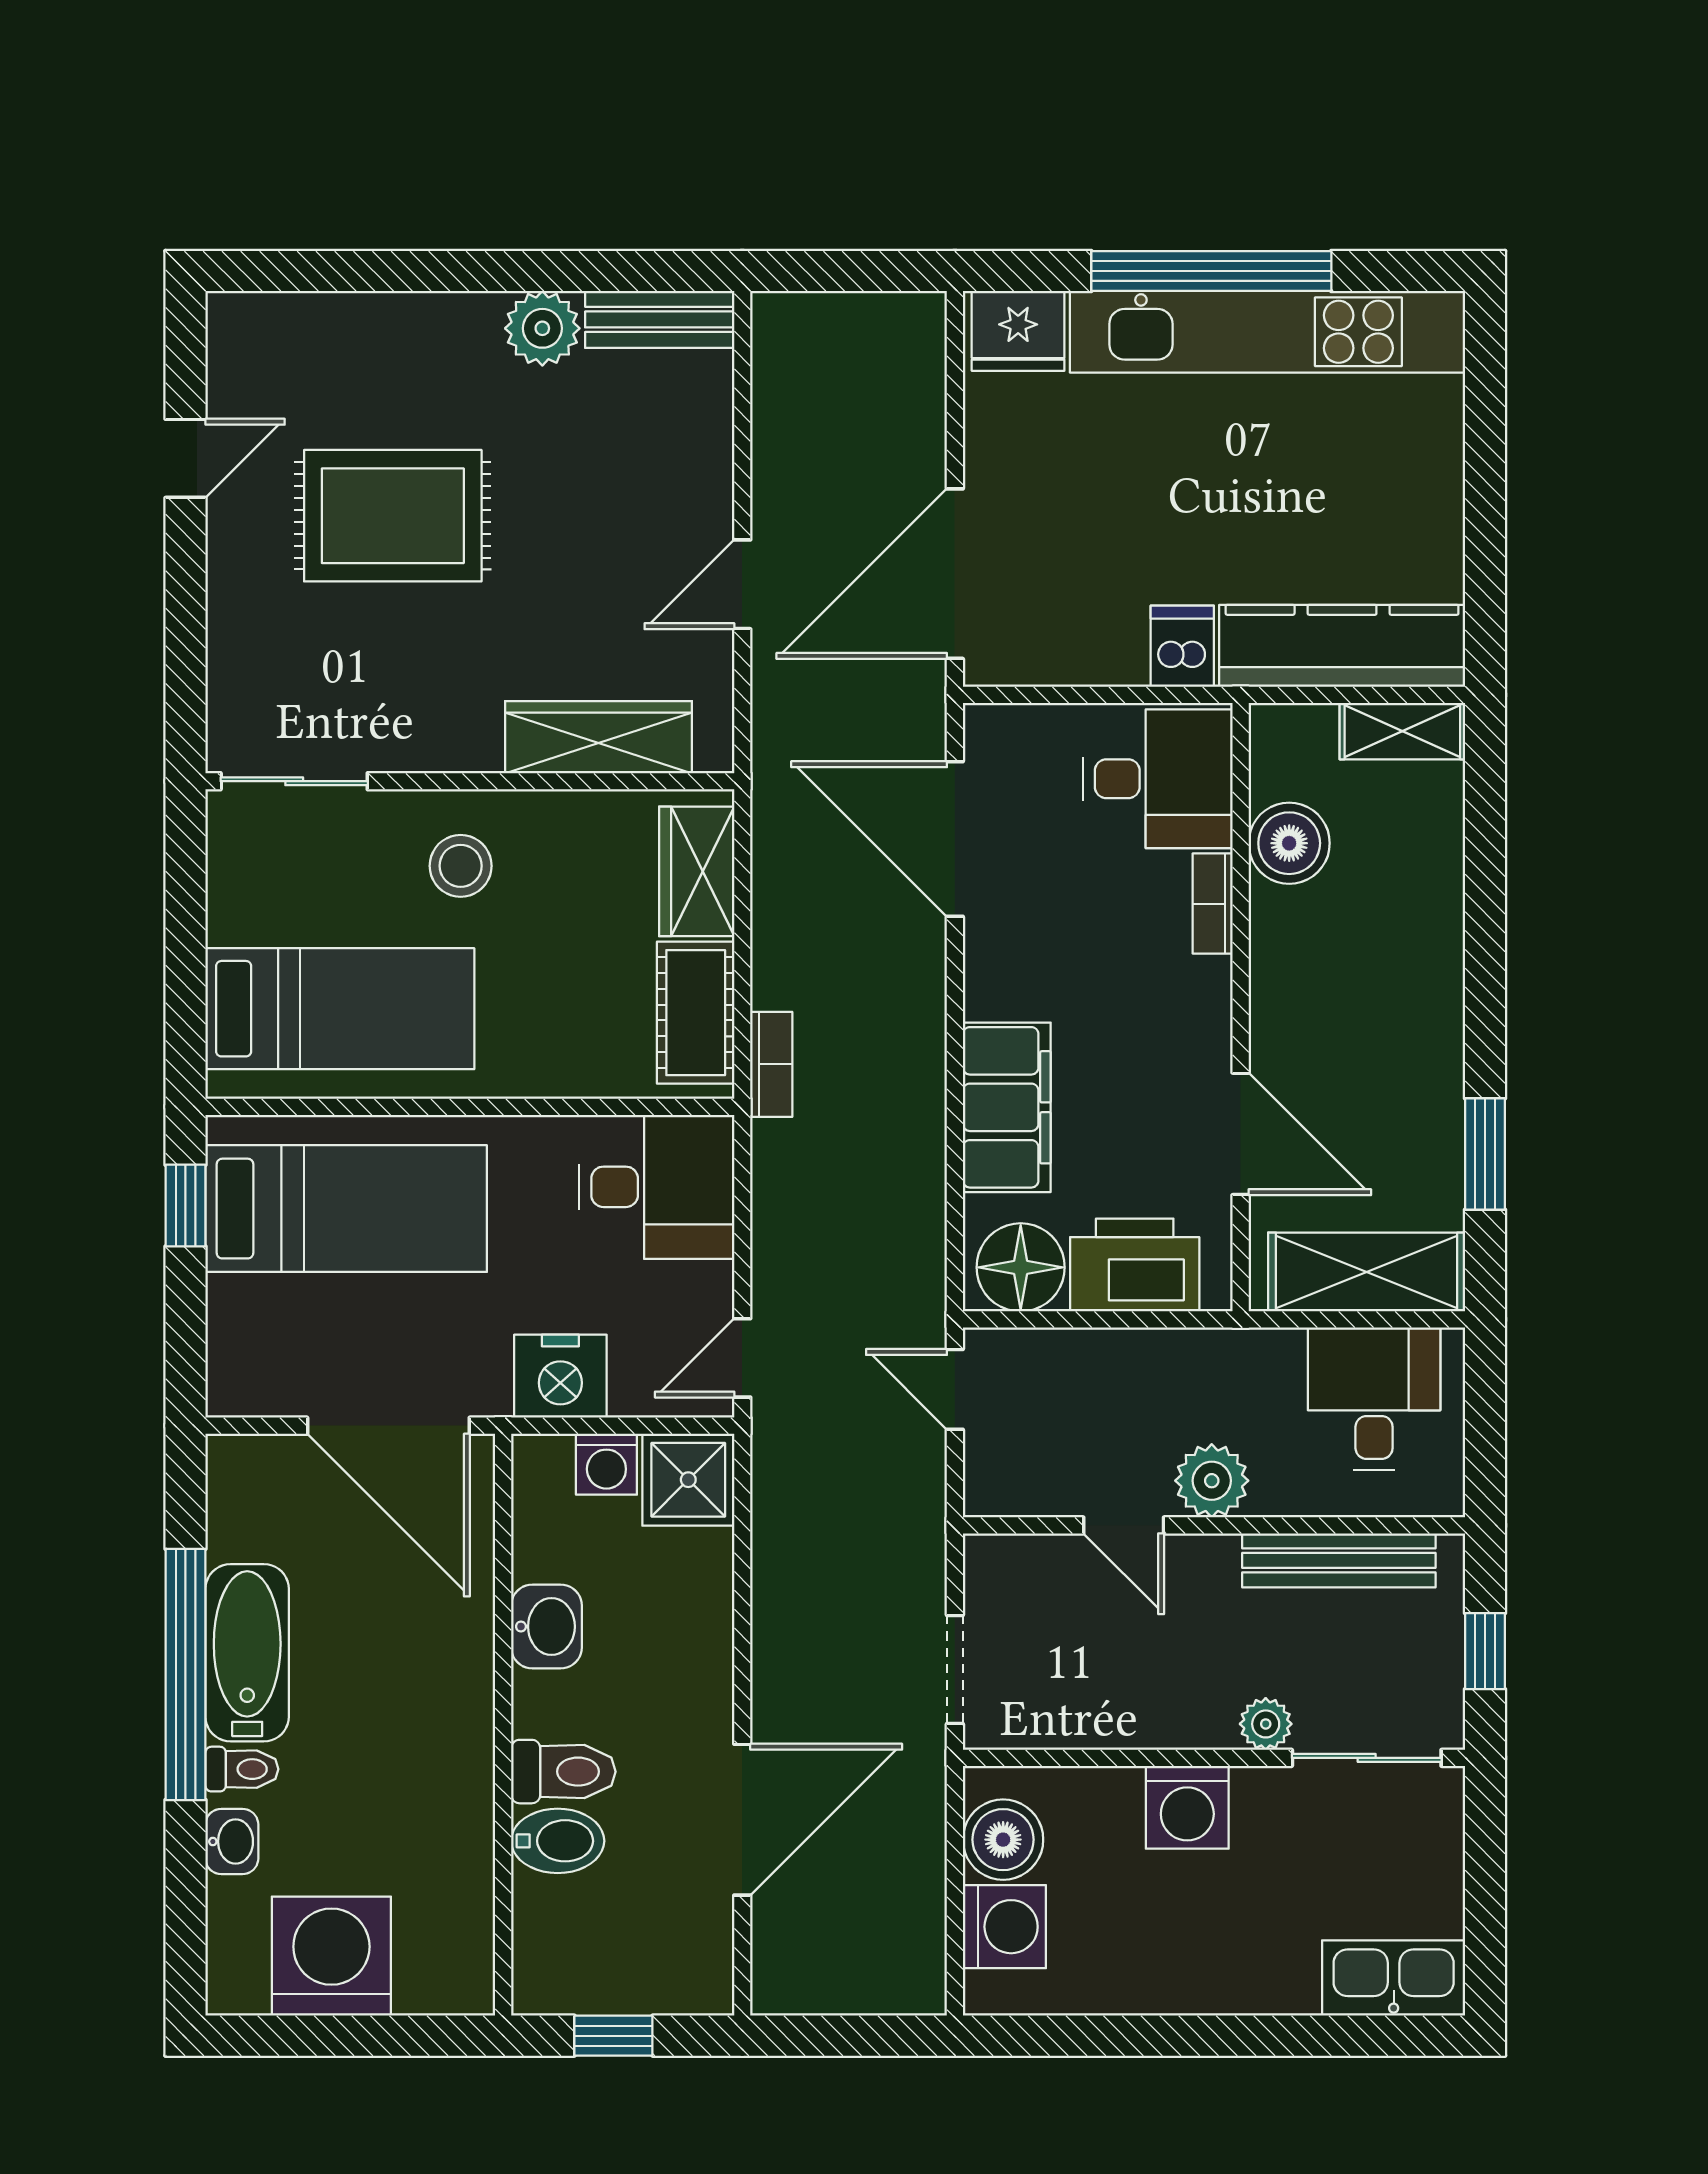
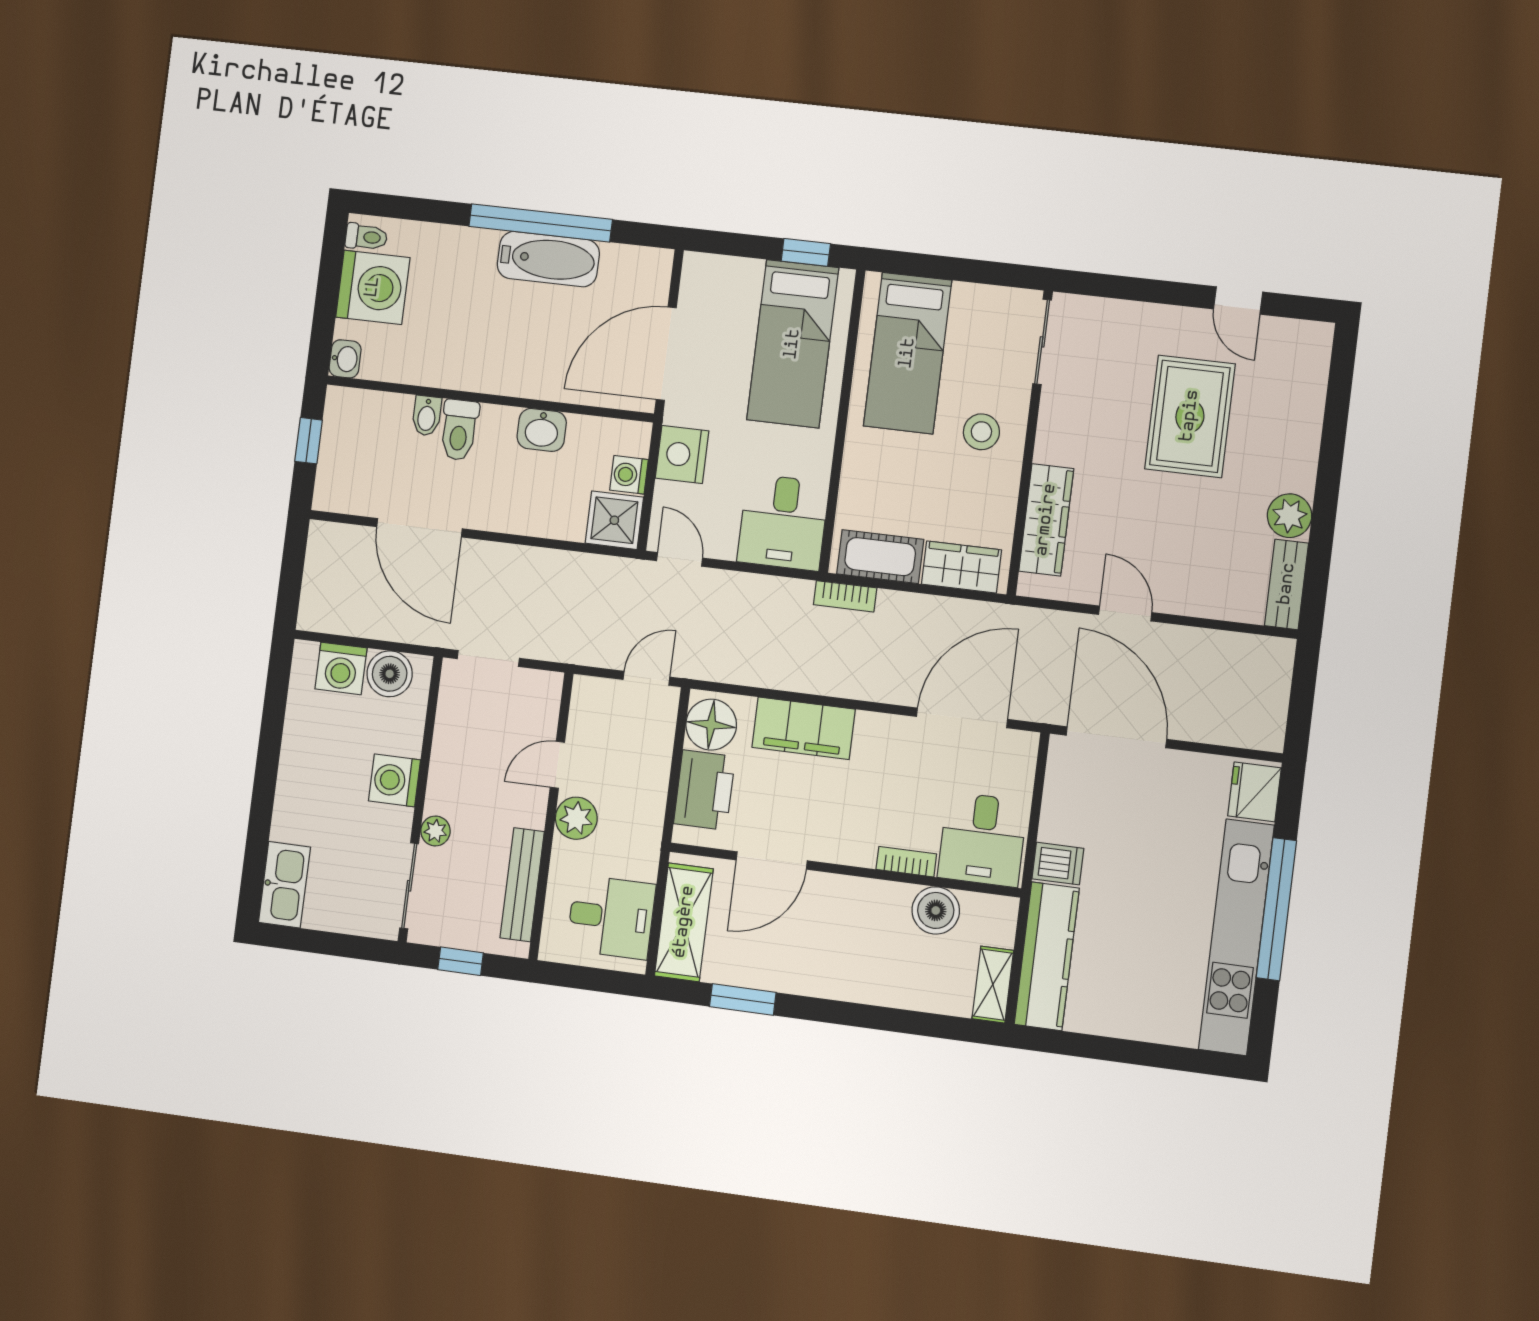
toilet: (242, 1769) -> (366, 237), moved, turned -90
bidet: (558, 1841) -> (427, 416), width x0.72, depth x0.74
washbasin: (232, 1842) -> (345, 359), moved, turned -90

